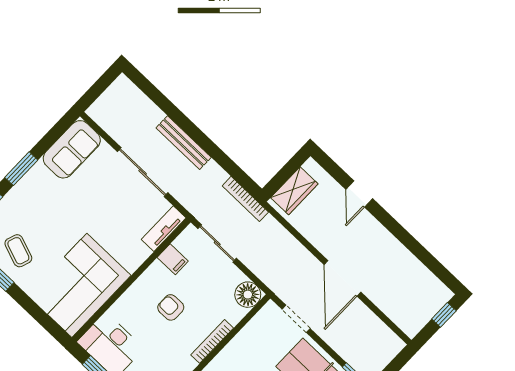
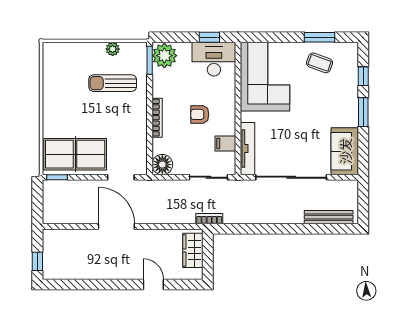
bench: (184, 143) -> (329, 217), moved
sliding door: (143, 172) -> (291, 177), width x1.36
bookcase: (245, 199) -> (209, 219), width x0.64
tv unit: (164, 229) -> (248, 149), width x1.41
armchair: (171, 307) -> (200, 114), turned 180

